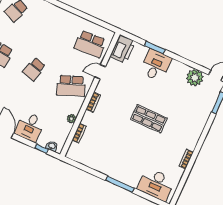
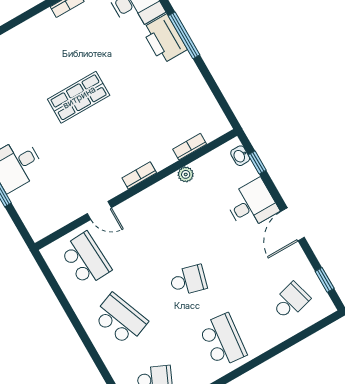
printer: (123, 49) -> (164, 39), moved, turned -90
school desk: (71, 86) -> (120, 319), moved
shop shelf: (149, 119) -> (79, 97), turned 90

